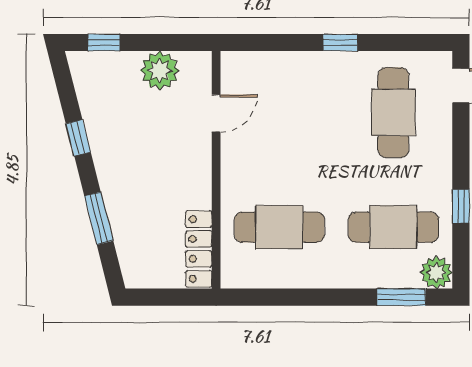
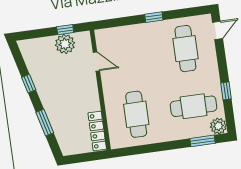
window: (104, 43) -> (65, 30), moved
door: (216, 113) -> (96, 61), hinge flipped
cafe table: (279, 227) -> (136, 114), turned 90

